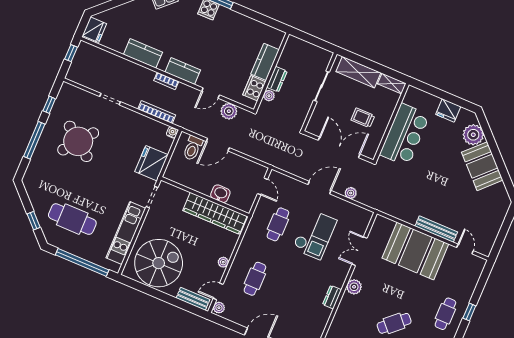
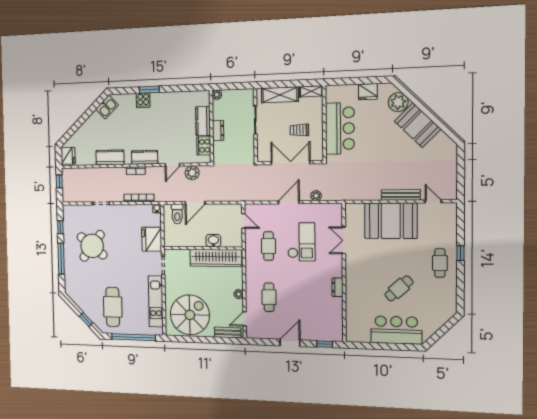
plant: (269, 96) -> (217, 95), moved
cafe table: (72, 219) -> (113, 307), turned 90
plant: (354, 287) -> (352, 271), removed
plant: (219, 308) -> (251, 332), removed

